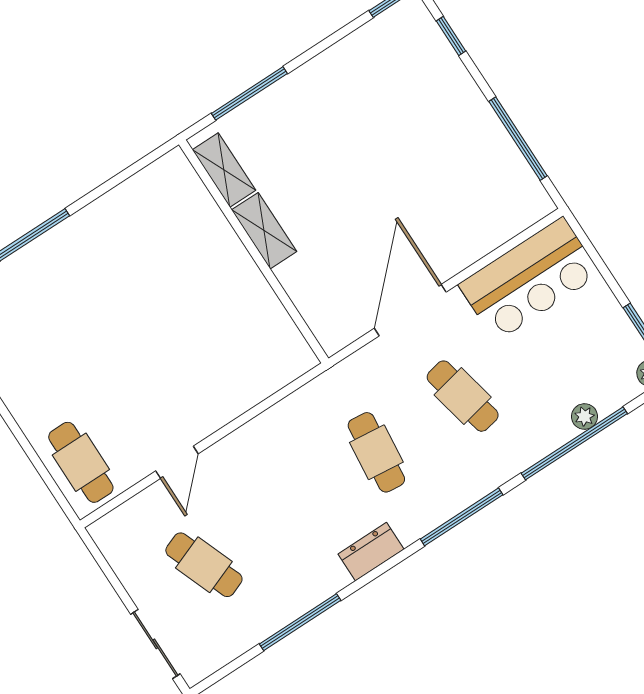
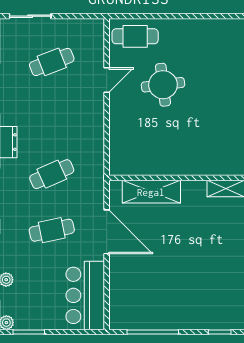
shelving: (264, 231) -> (151, 192), moved, width x1.50, depth x1.33
round table: (127, 371) -> (163, 85), added
cafe table: (376, 452) -> (52, 174), turned -30
door: (177, 462) -> (107, 80), swing flipped

